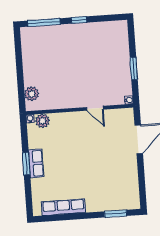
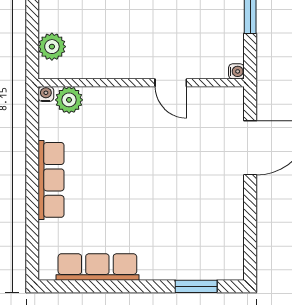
row of seats: (36, 163) -> (51, 180), width x1.48
window: (26, 164) -> (32, 179), removed

